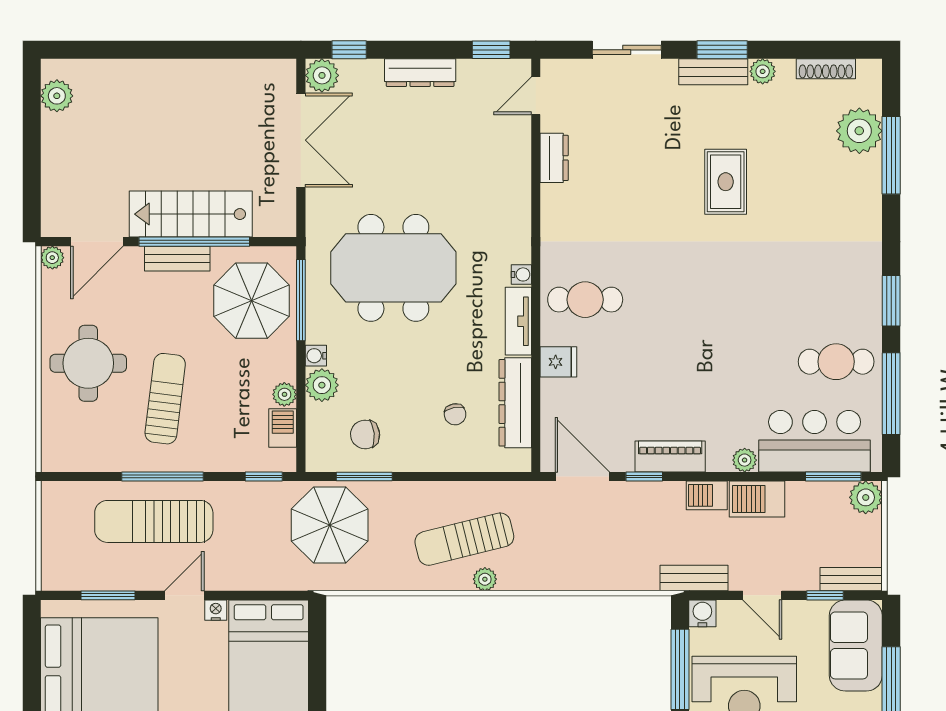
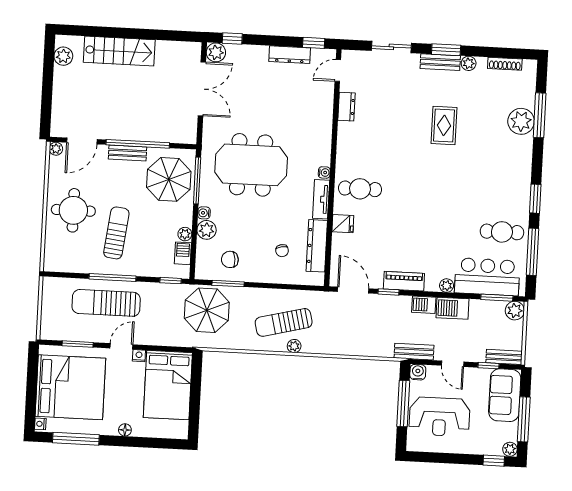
dresser: (420, 73) -> (290, 55), moved
plant: (859, 131) -> (521, 121), moved
stairs: (191, 214) -> (119, 51), moved, turned 180

